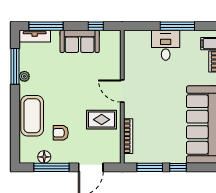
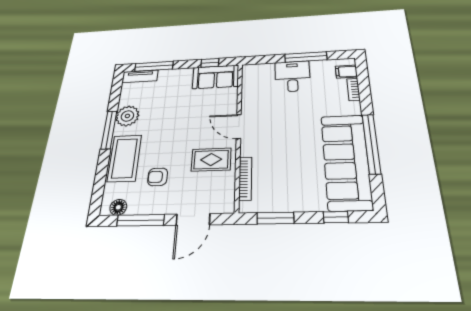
sofa: (80, 41) -> (216, 77), moved
window: (15, 66) -> (109, 130), moved
plant: (24, 76) -> (127, 116), width x1.88, depth x1.88
floor lamp: (44, 157) -> (118, 207), moved
window: (178, 167) -> (336, 217), moved

